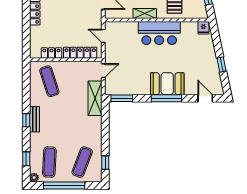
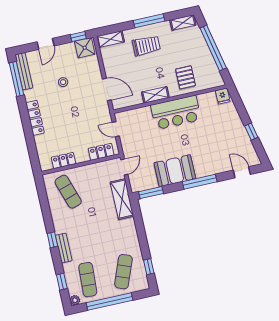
locker: (80, 53) -> (101, 152), width x0.66
booth: (167, 84) -> (175, 171), moved
bench: (34, 119) -> (64, 248), moved

